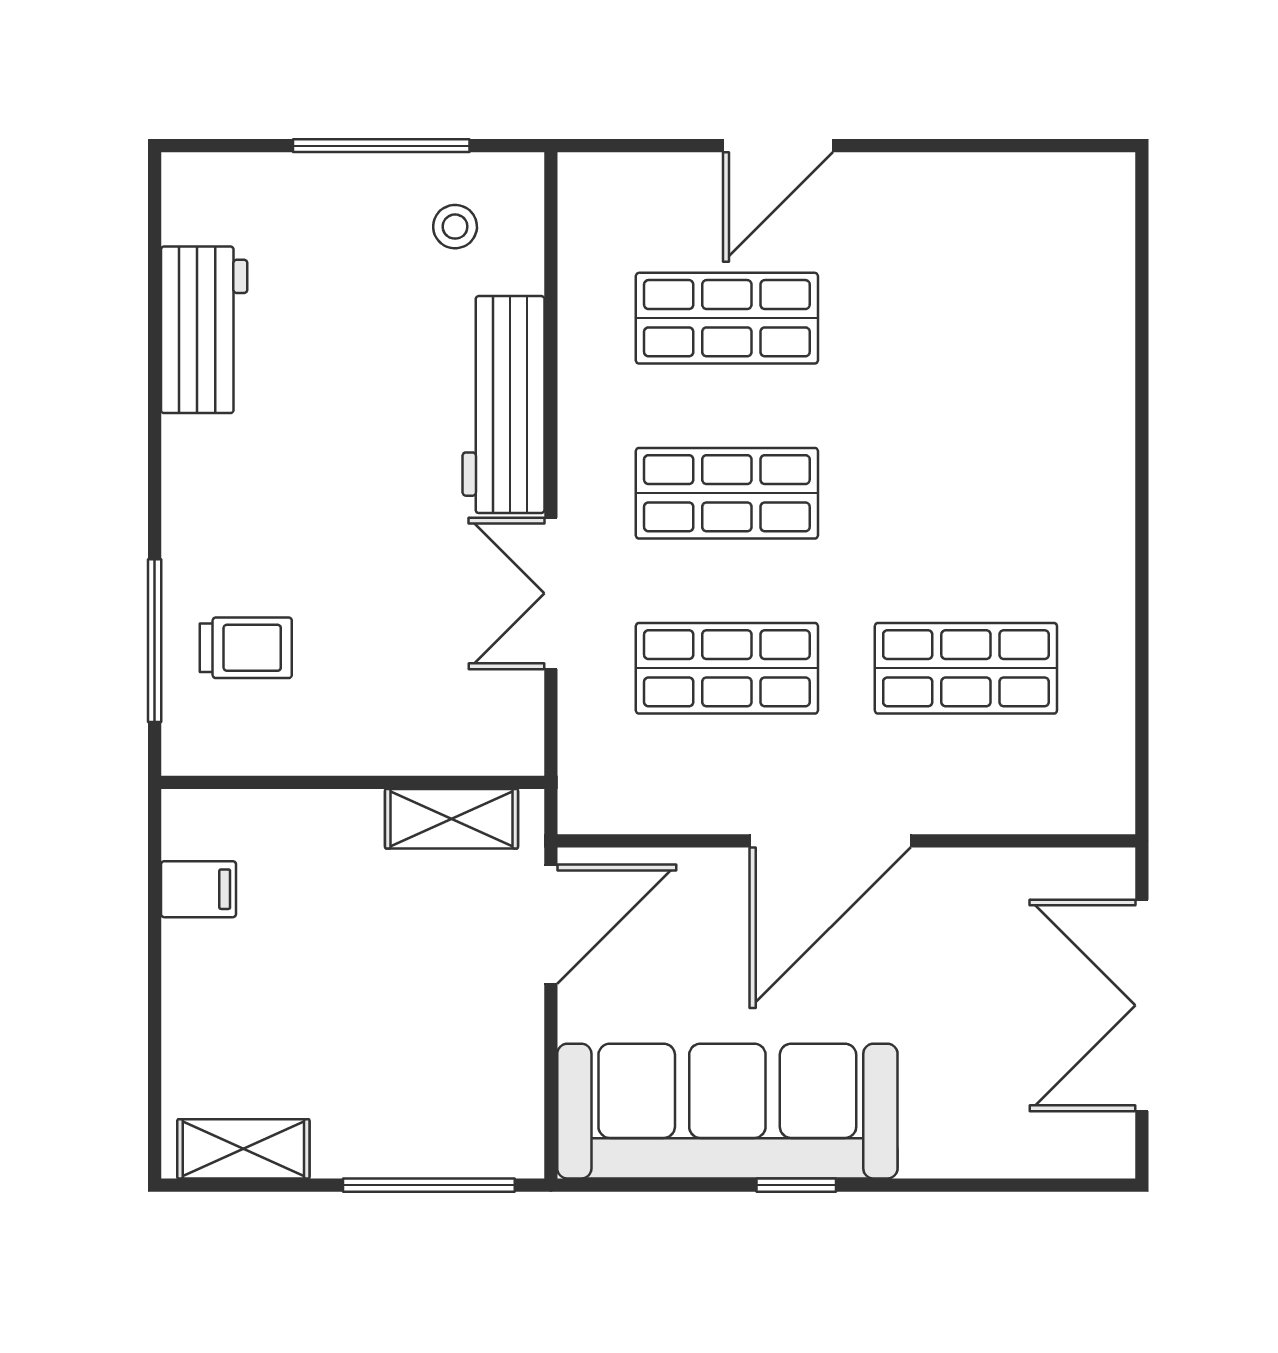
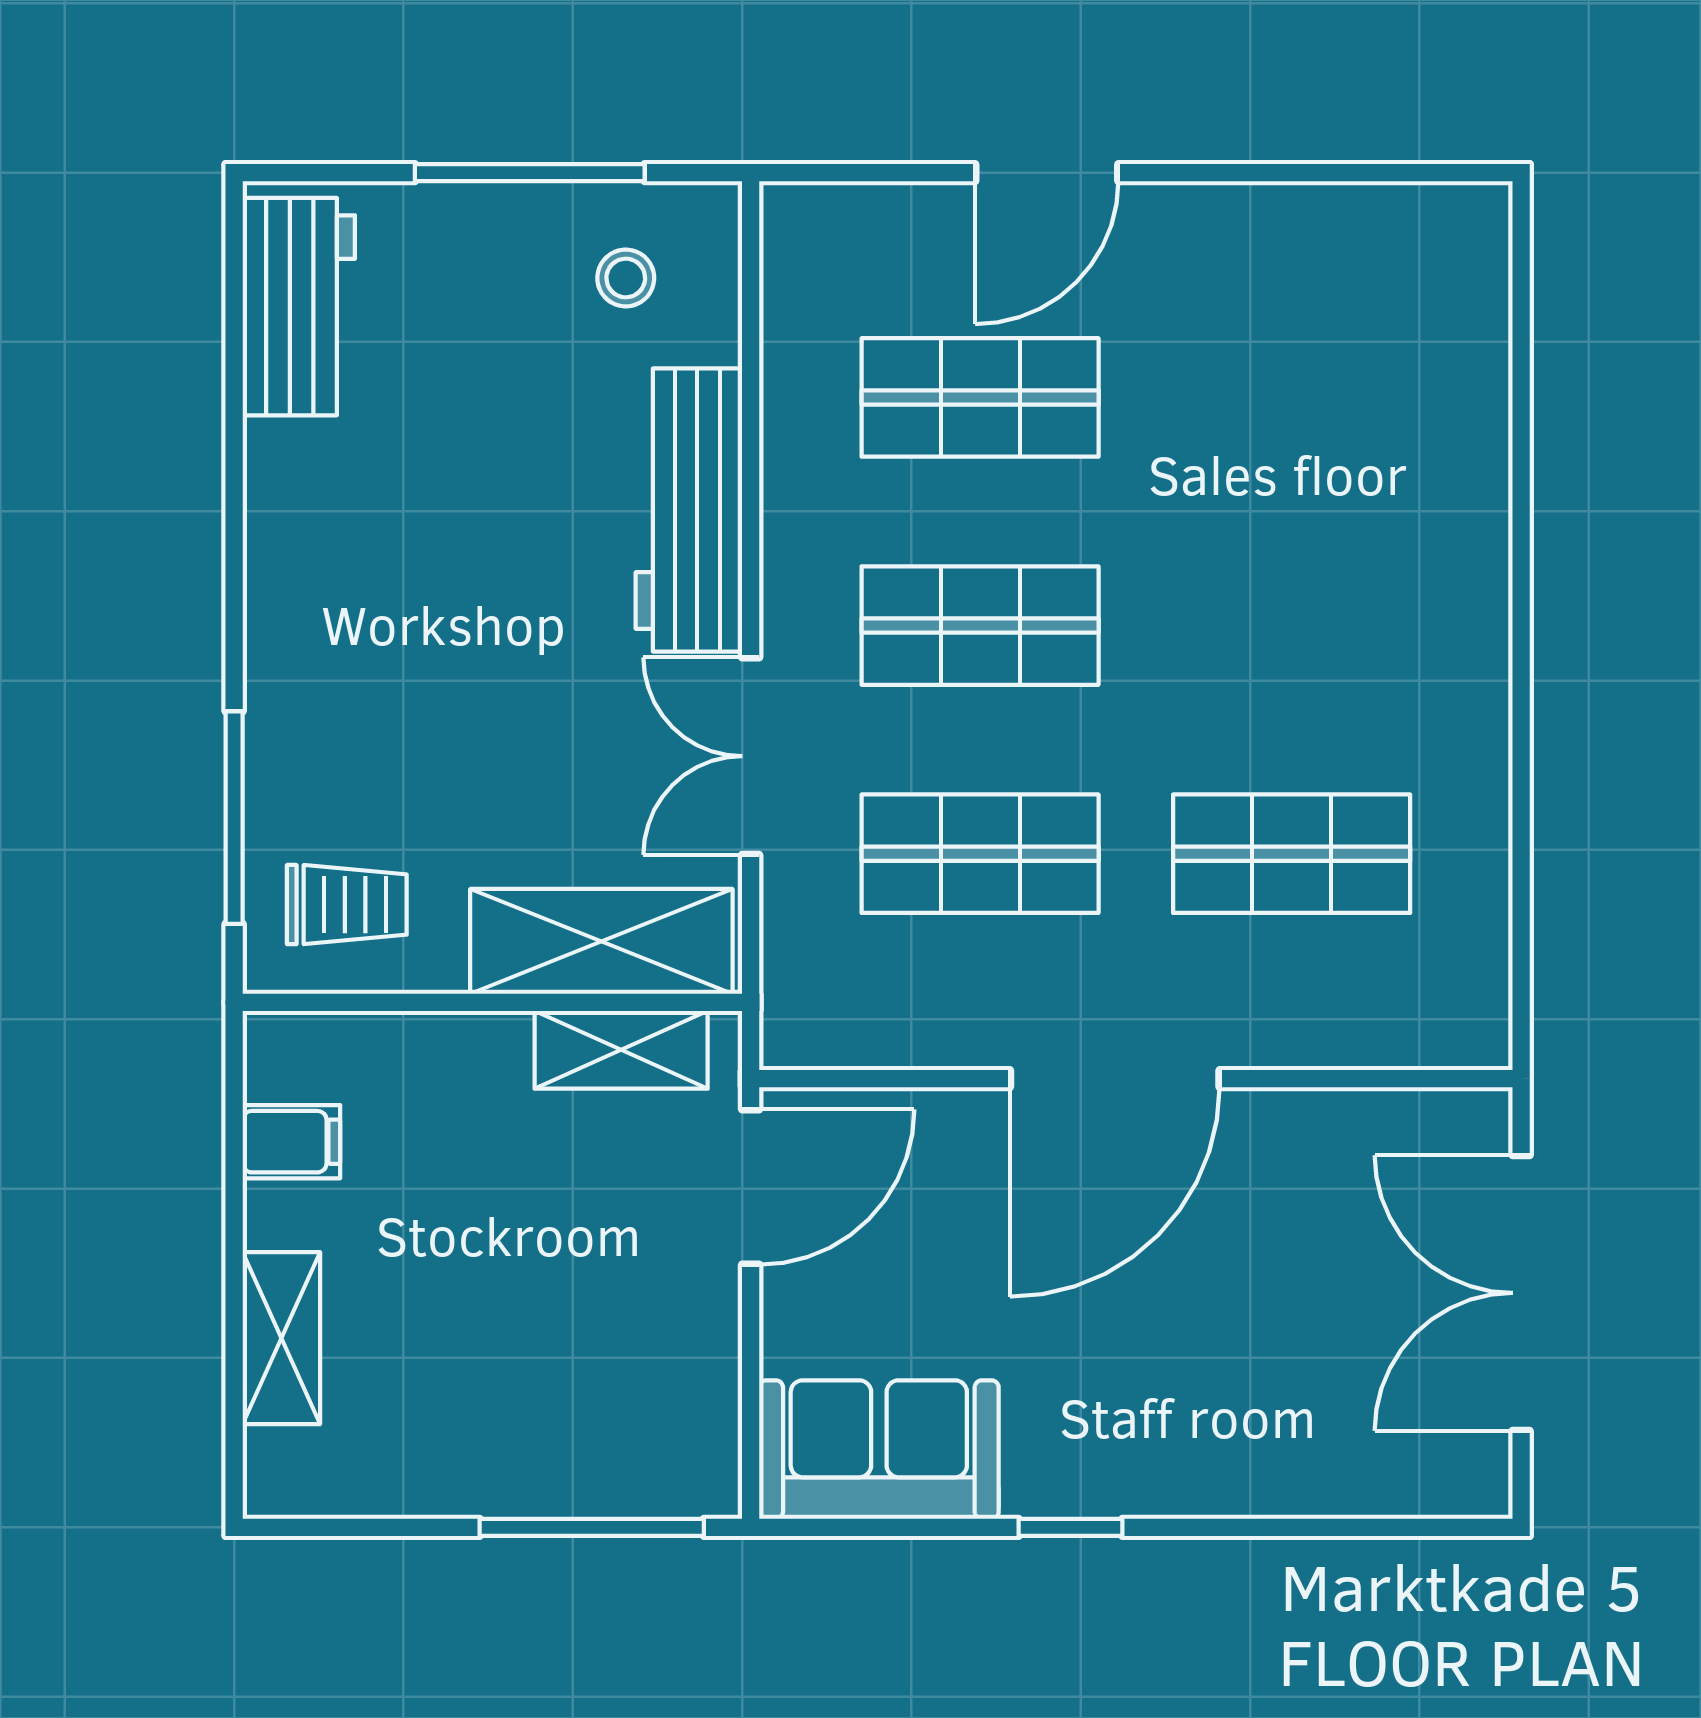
workbench: (204, 330) -> (299, 307), moved
trolley: (246, 648) -> (347, 905), moved
shelving: (436, 736) -> (601, 941), added
sofa: (727, 1111) -> (879, 1450), width x0.54, depth x0.79
shelving: (243, 1149) -> (281, 1338), moved, turned 90

